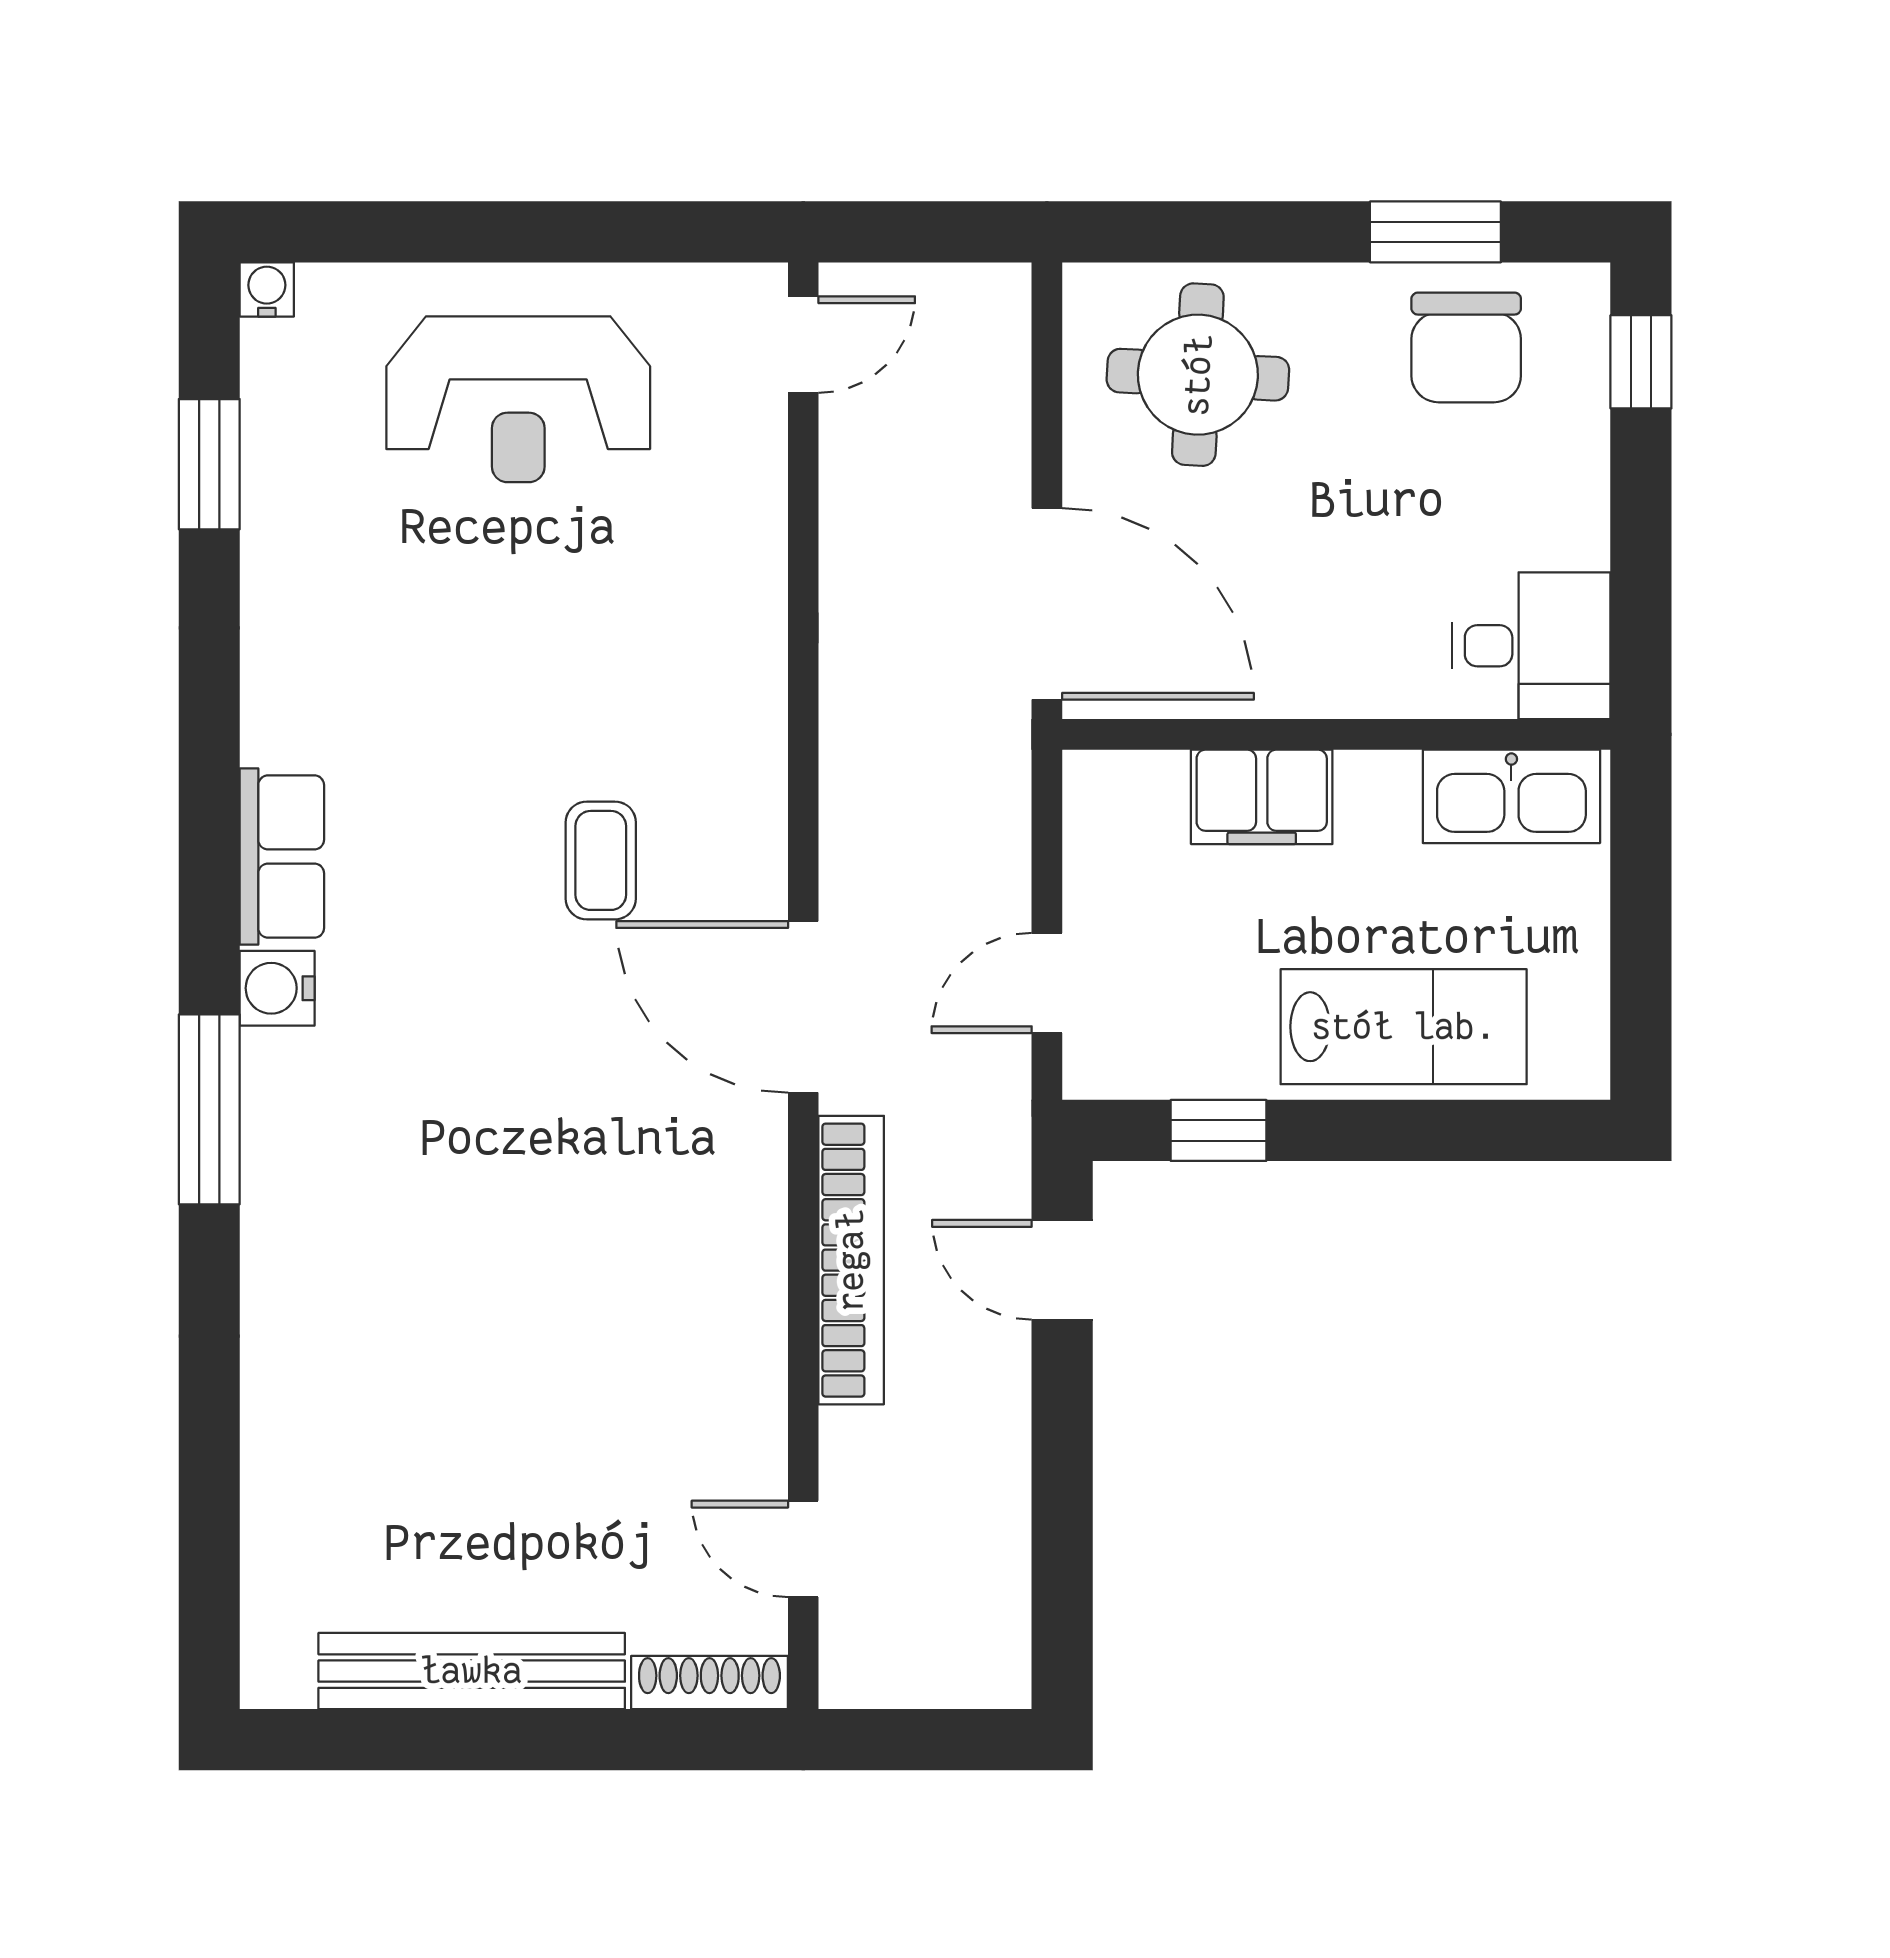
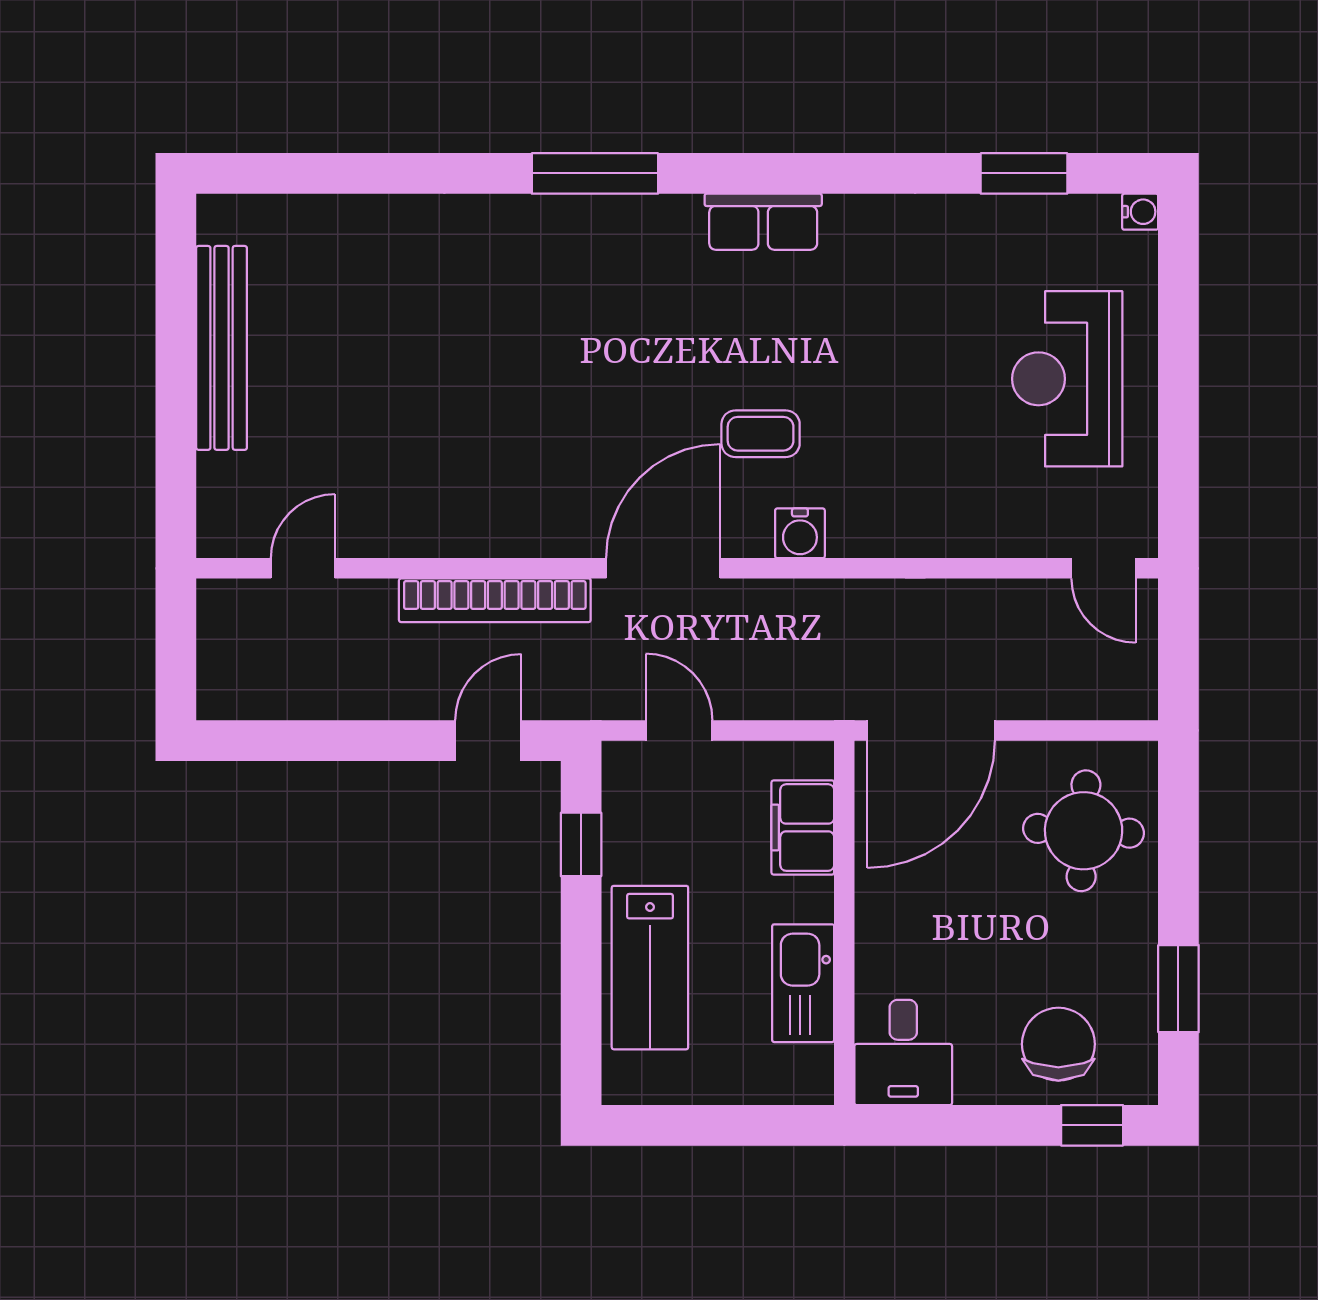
chair: (1466, 347) -> (1058, 1044), moved, turned 90
kitchen sink: (1511, 796) -> (803, 983), moved
filing cabinet: (1262, 797) -> (803, 828), moved
water cooler: (277, 988) -> (800, 533), moved, turned 180
shoe rack: (709, 1683) -> (214, 506), removed

